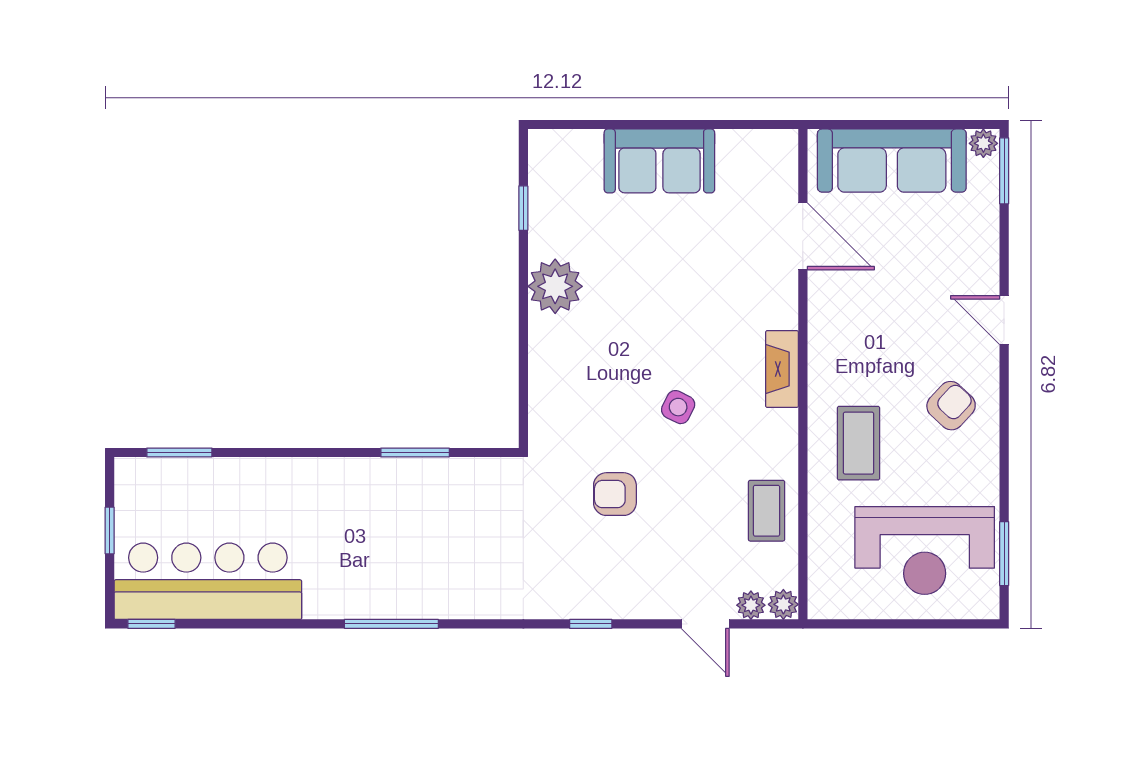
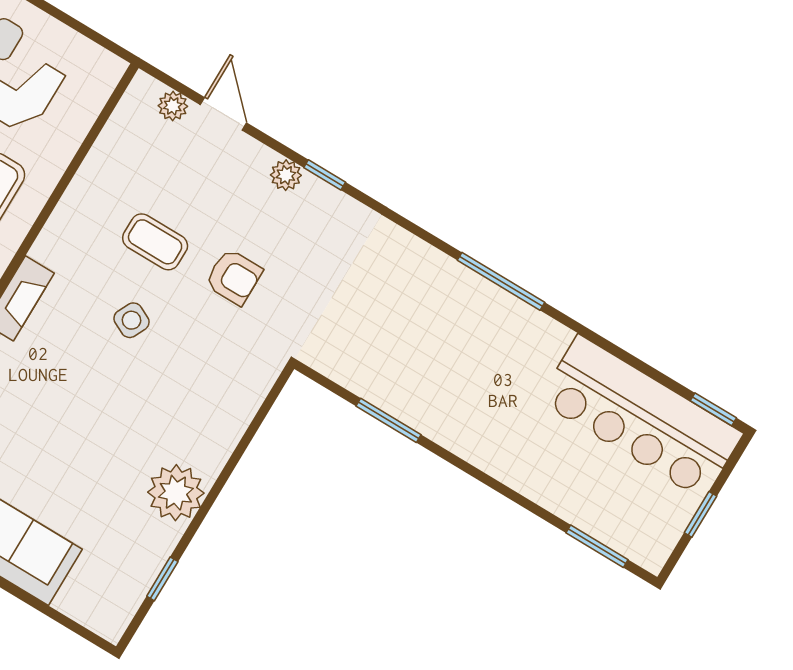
coffee table: (767, 511) -> (155, 242), moved, turned 90
plant: (783, 604) -> (286, 175), moved

